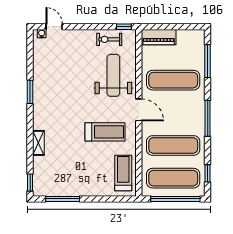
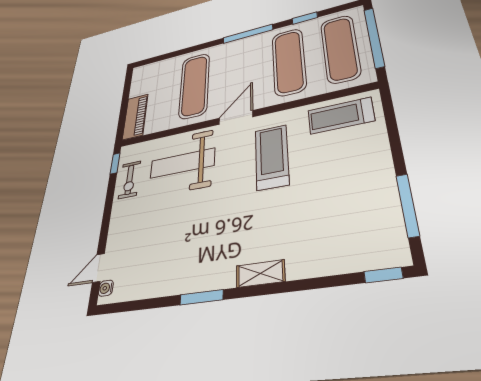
window: (208, 61) -> (173, 55), removed
shelving: (38, 143) -> (260, 274), moved
window: (208, 173) -> (305, 18), moved

